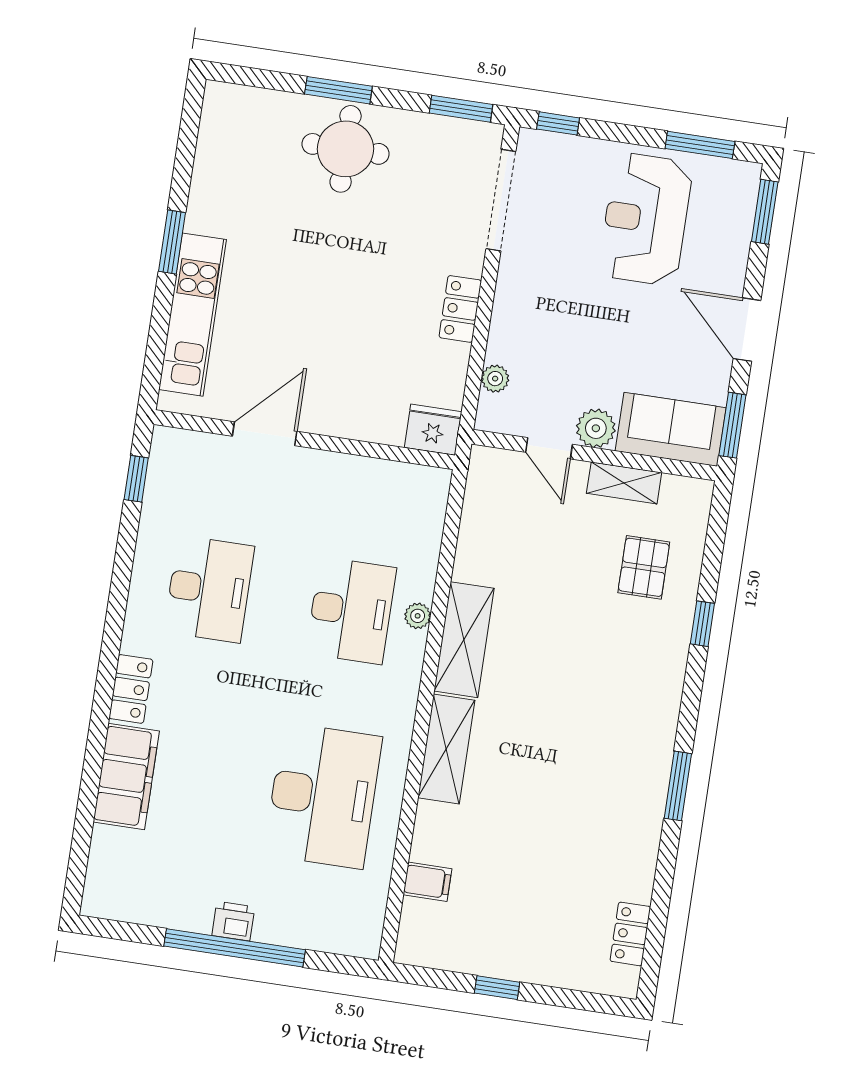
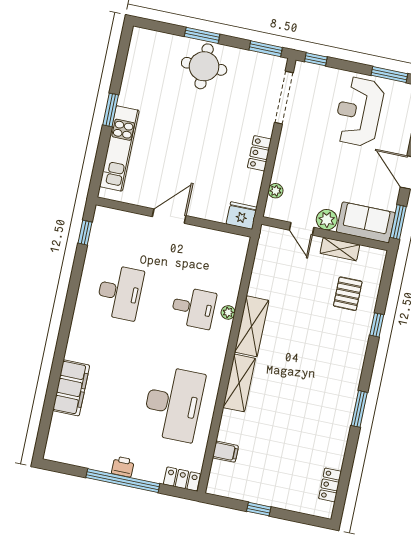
door: (265, 434) -> (169, 216), moved
desk: (351, 611) -> (193, 308), width x0.73
locker: (131, 689) -> (182, 479), moved, turned -90

